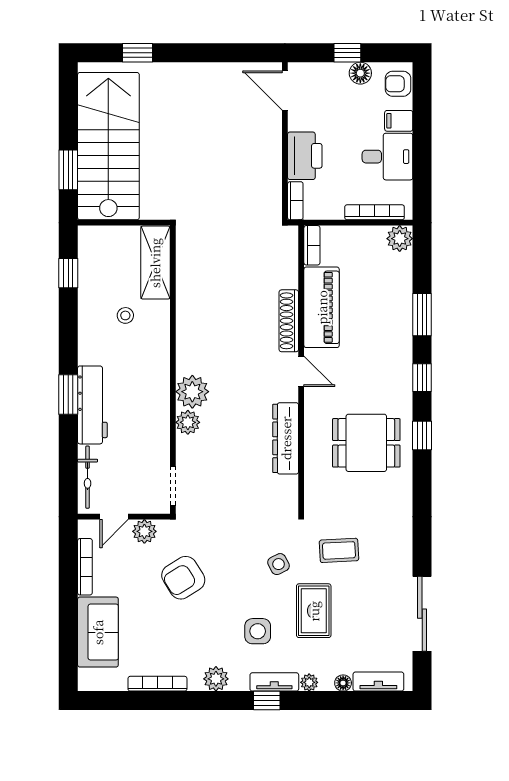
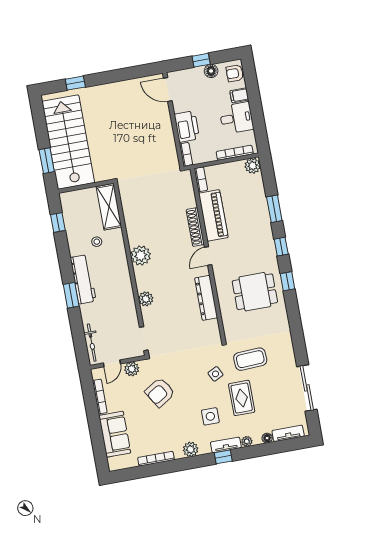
door: (301, 371) -> (208, 256), swing flipped
plant: (192, 392) -> (141, 255), moved
workbench: (92, 405) -> (83, 279), moved
coffee table: (339, 550) -> (250, 359), width x1.36, depth x1.30

